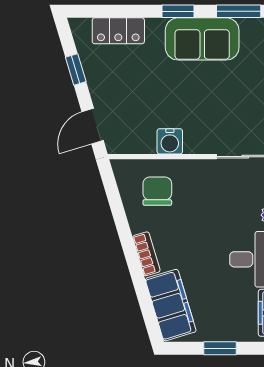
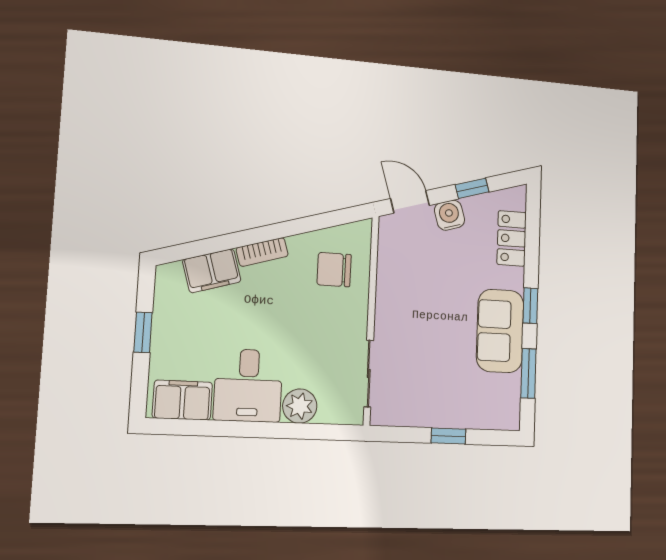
water cooler: (170, 141) -> (449, 215), moved, turned 73
chair: (157, 191) -> (334, 270), turned 180
filing cabinet: (171, 305) -> (212, 271), width x0.67, depth x0.86

